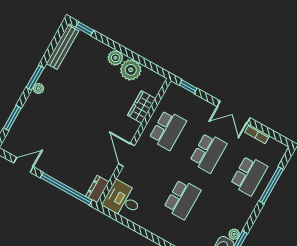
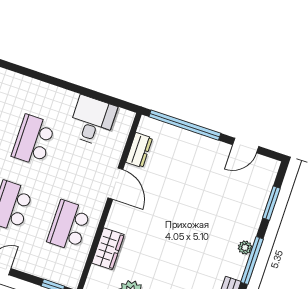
window: (35, 78) -> (252, 261), width x1.44
dresser: (97, 189) -> (139, 150), moved
desk: (123, 200) -> (92, 121), moved, turned -90

